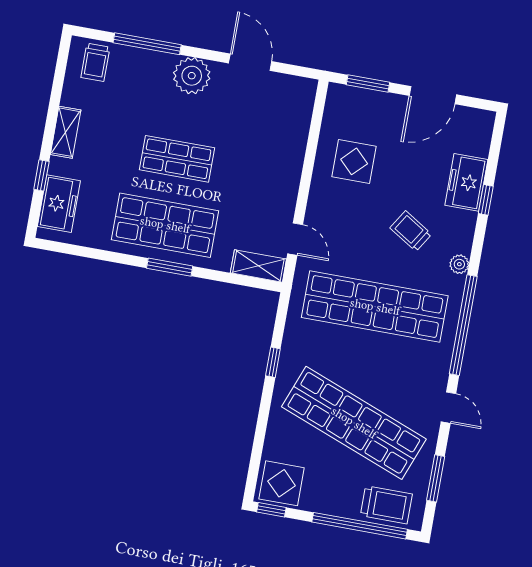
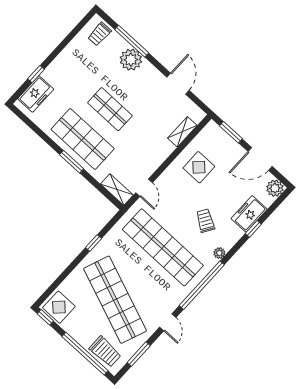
plant: (192, 76) -> (131, 60), moved
plant: (480, 123) -> (275, 188), added
shelving: (66, 132) -> (182, 132), moved

